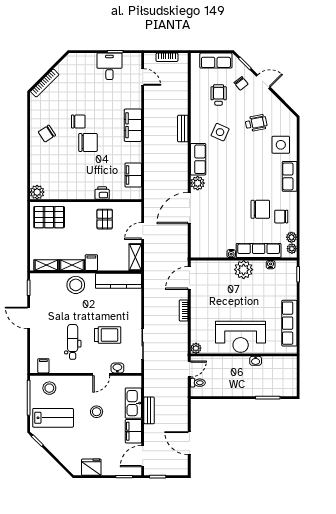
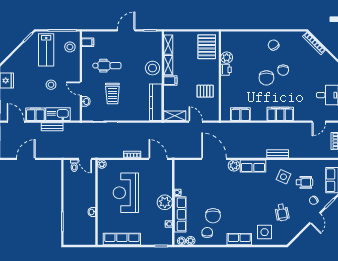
side table: (220, 132) -> (283, 177), moved
plant: (37, 192) -> (227, 58), moved
printer: (102, 193) -> (226, 70), moved
reception desk: (241, 337) -> (126, 193), moved

